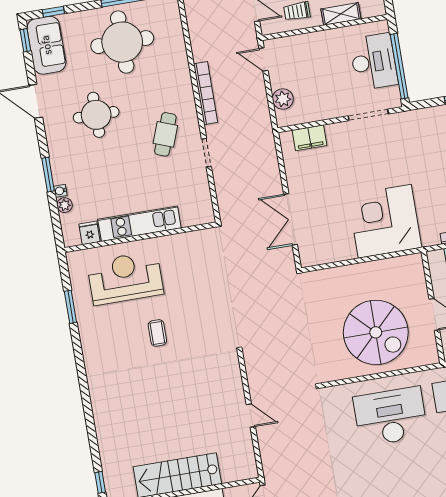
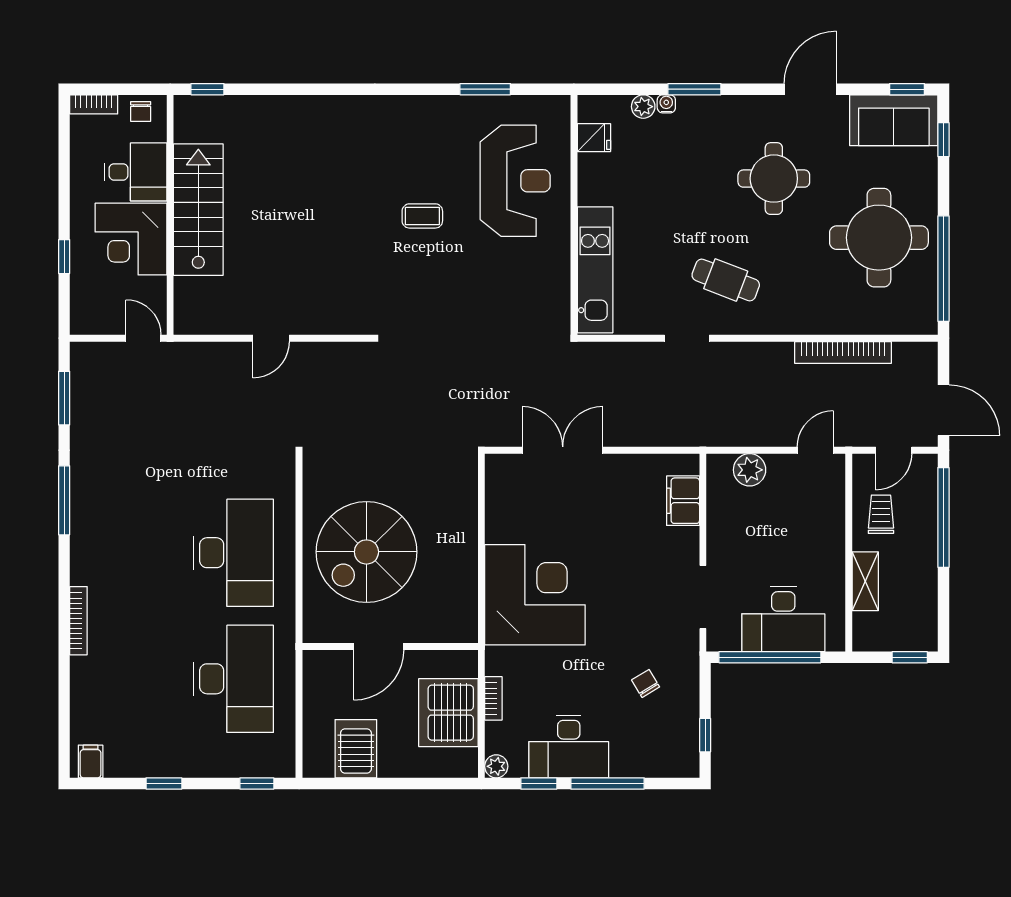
bookcase: (206, 93) -> (843, 352), moved
chair: (429, 142) -> (646, 683), added
kitchen unit: (139, 224) -> (595, 270), moved

